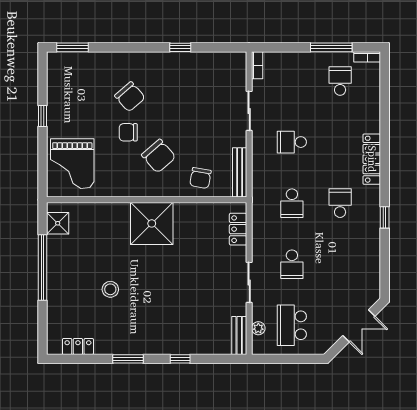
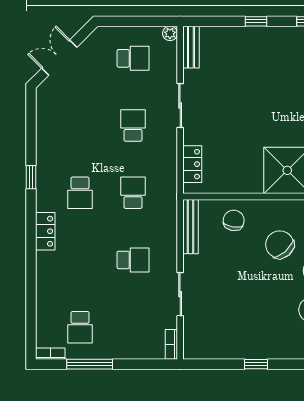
locker: (372, 159) -> (45, 231), width x0.66
school desk: (292, 325) -> (133, 58), width x0.54
plant: (258, 328) -> (170, 33), moved

